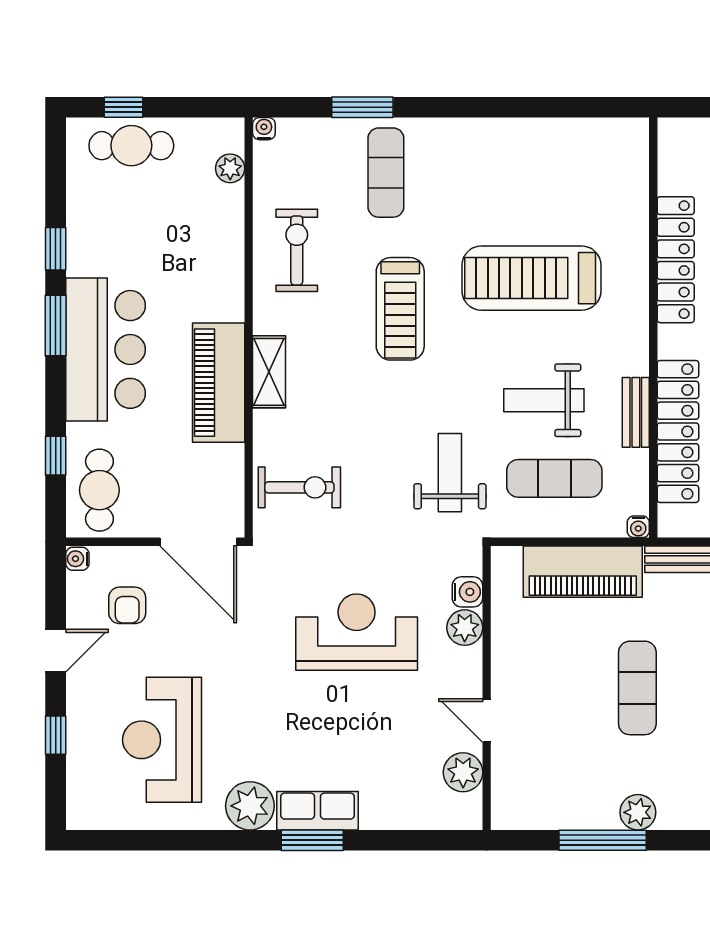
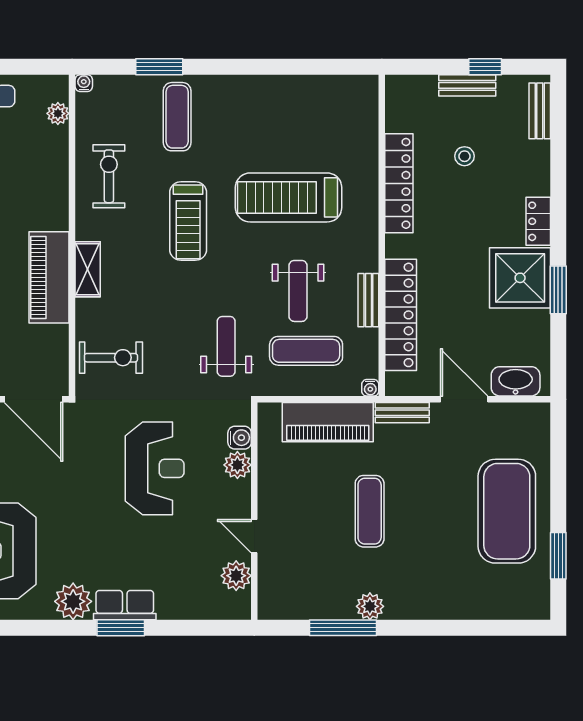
weight bench: (544, 400) -> (298, 291), turned -90
reception desk: (357, 632) -> (155, 468), turned 90

